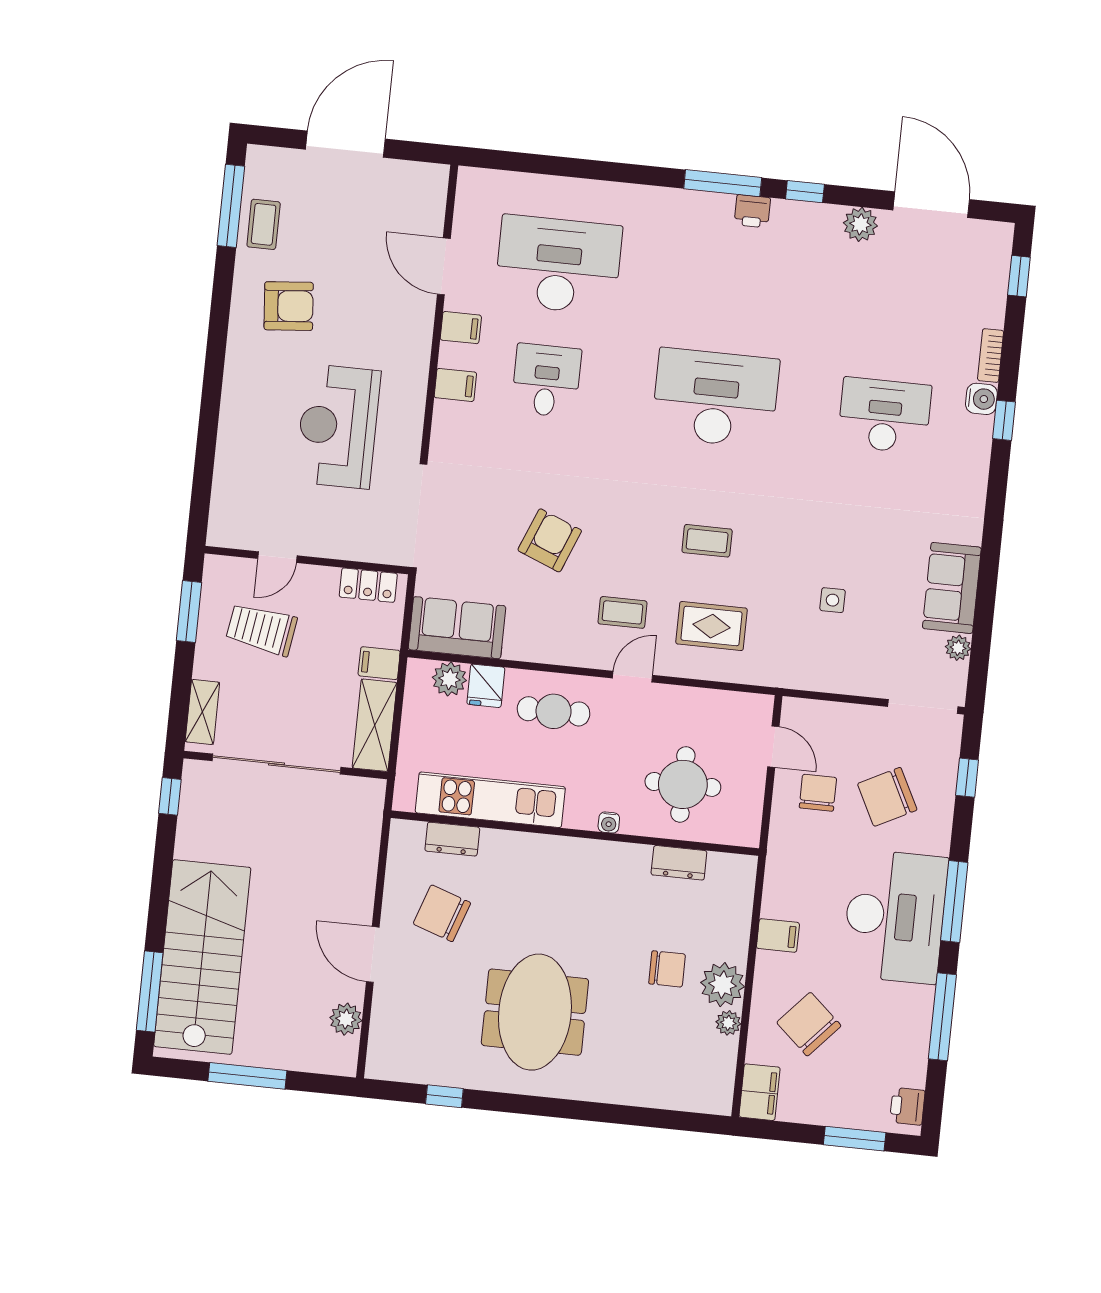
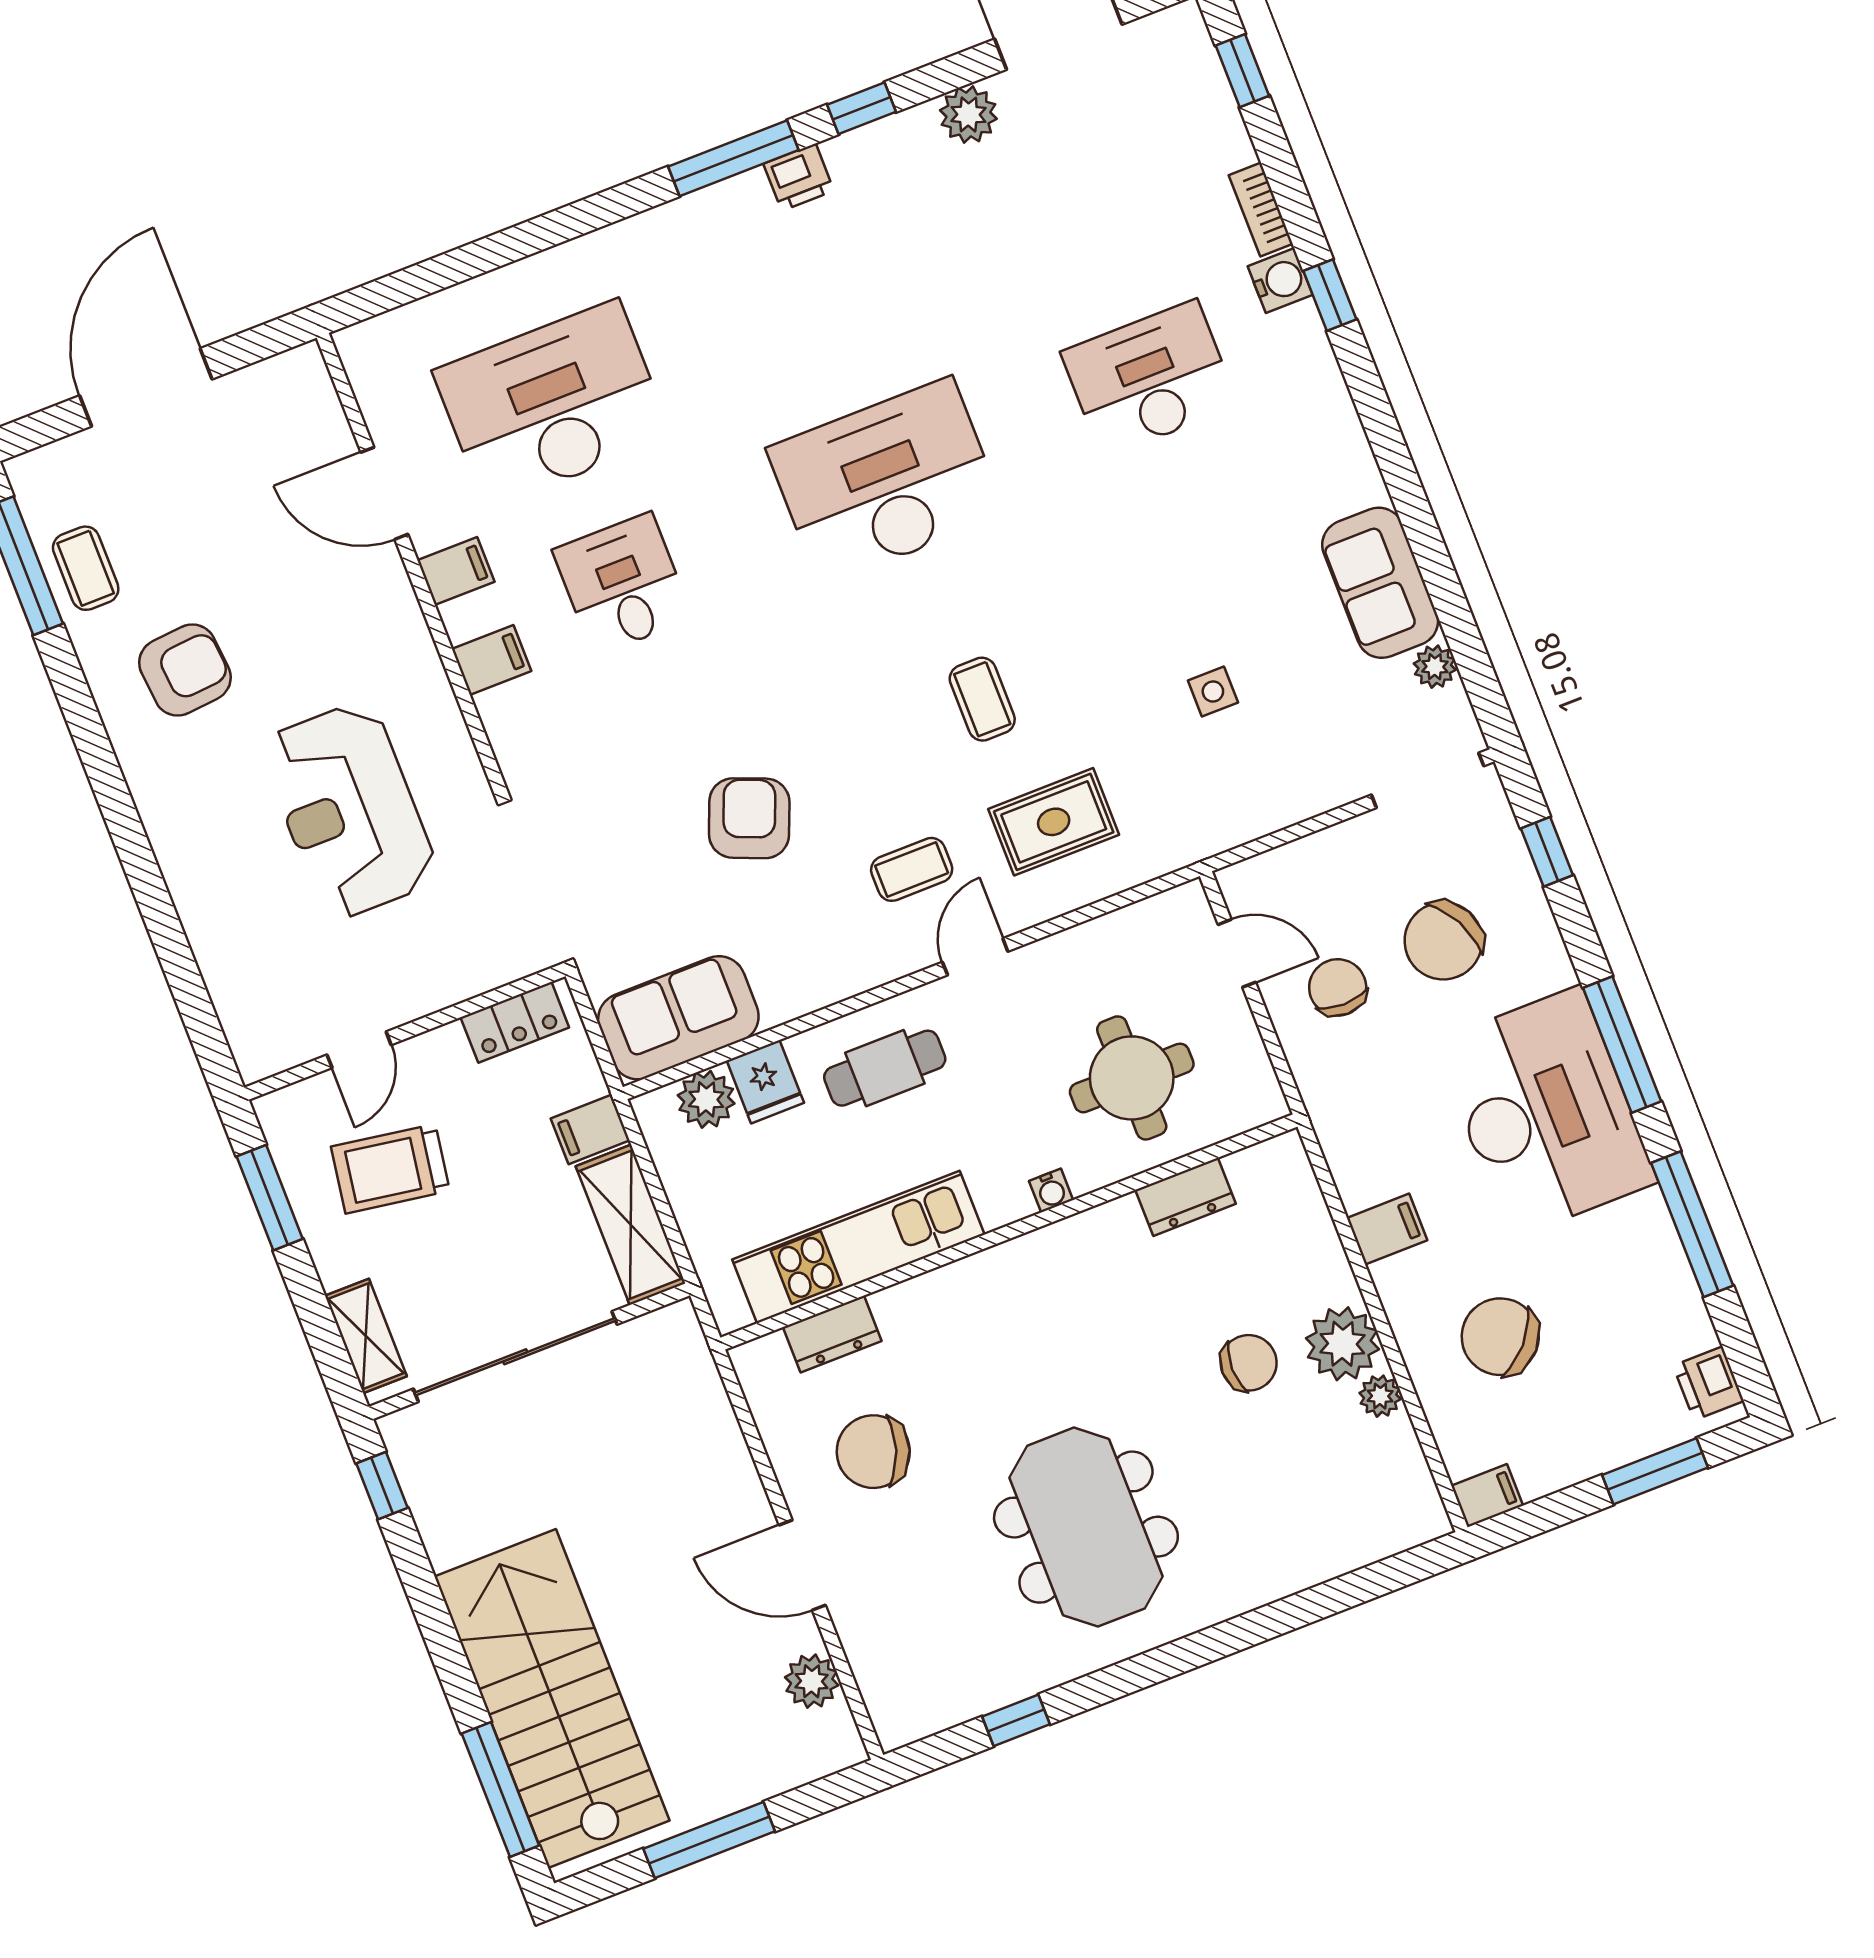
coffee table: (707, 541) -> (982, 699), turned 90
filing cabinet: (760, 1092) -> (1487, 1496), width x0.50

